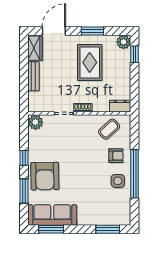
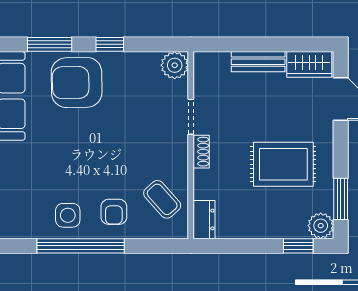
window: (92, 31) -> (341, 199), moved

